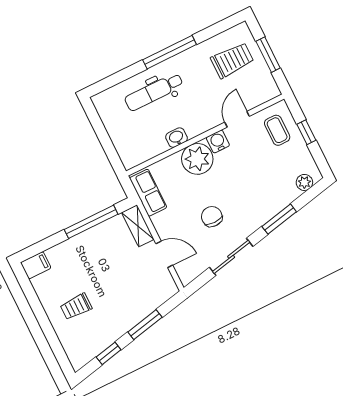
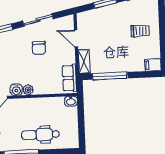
dental chair: (154, 92) -> (40, 135), turned 180
washbasin: (177, 138) -> (71, 101), moved
plant: (197, 159) -> (28, 90), width x0.53, depth x0.53

